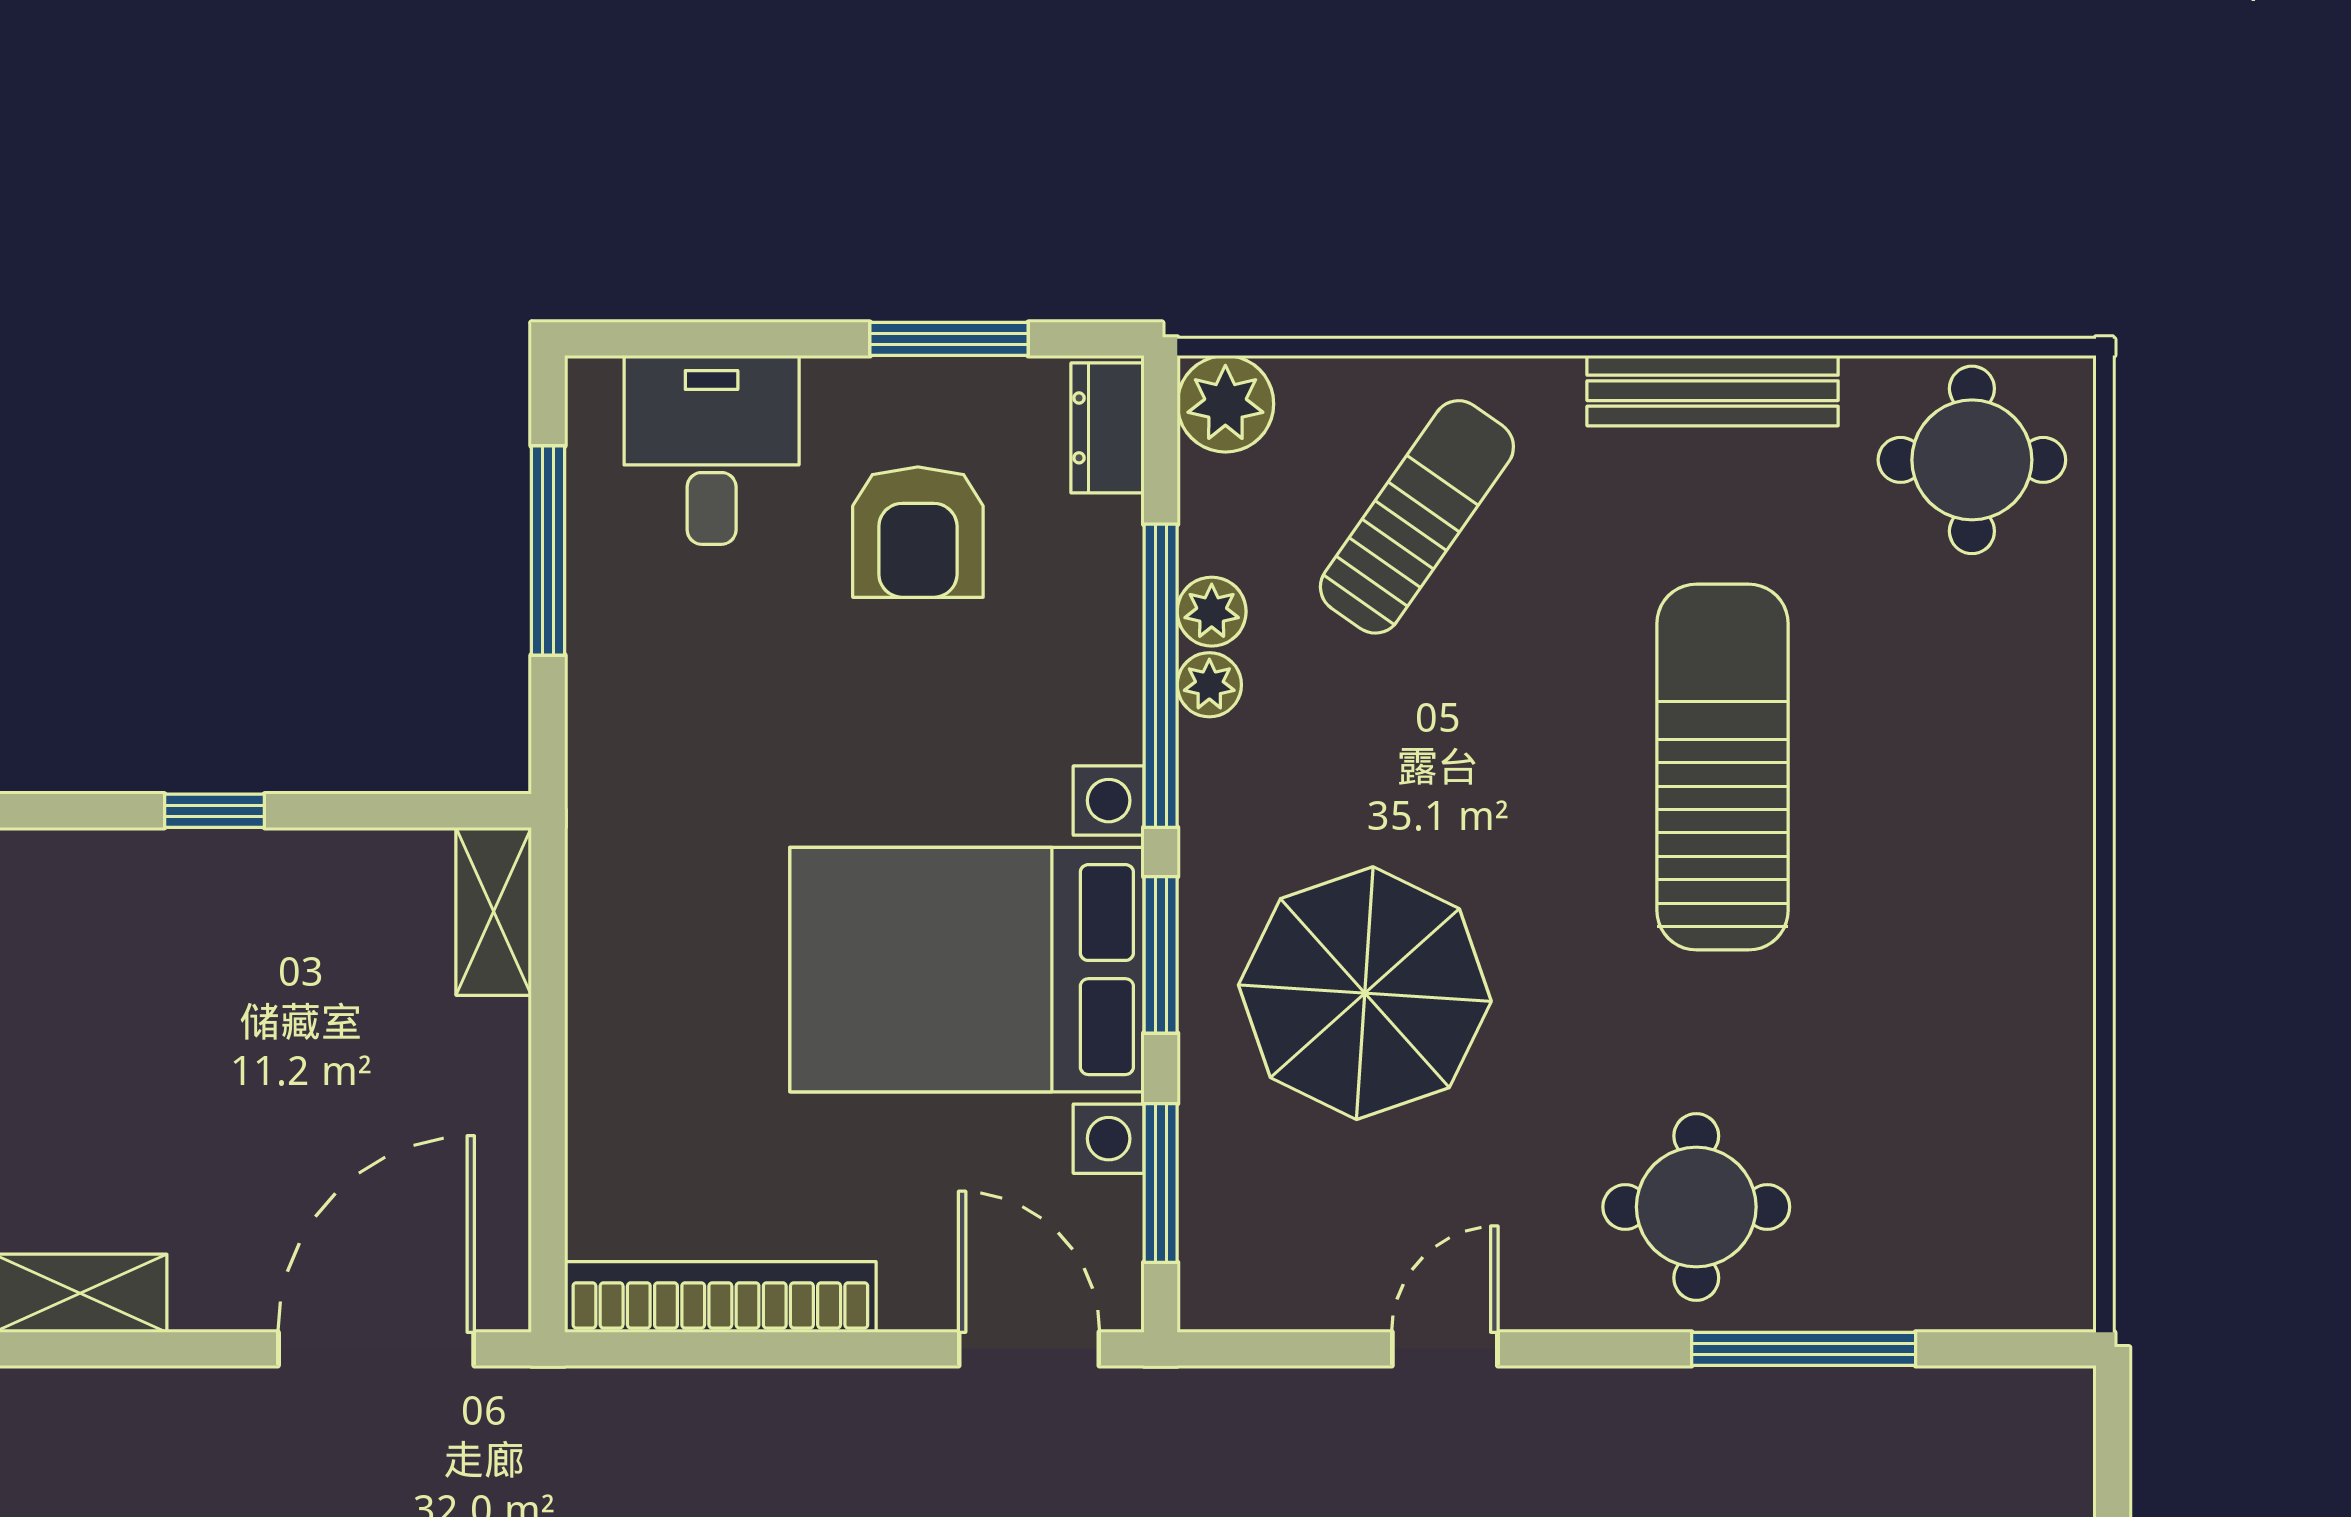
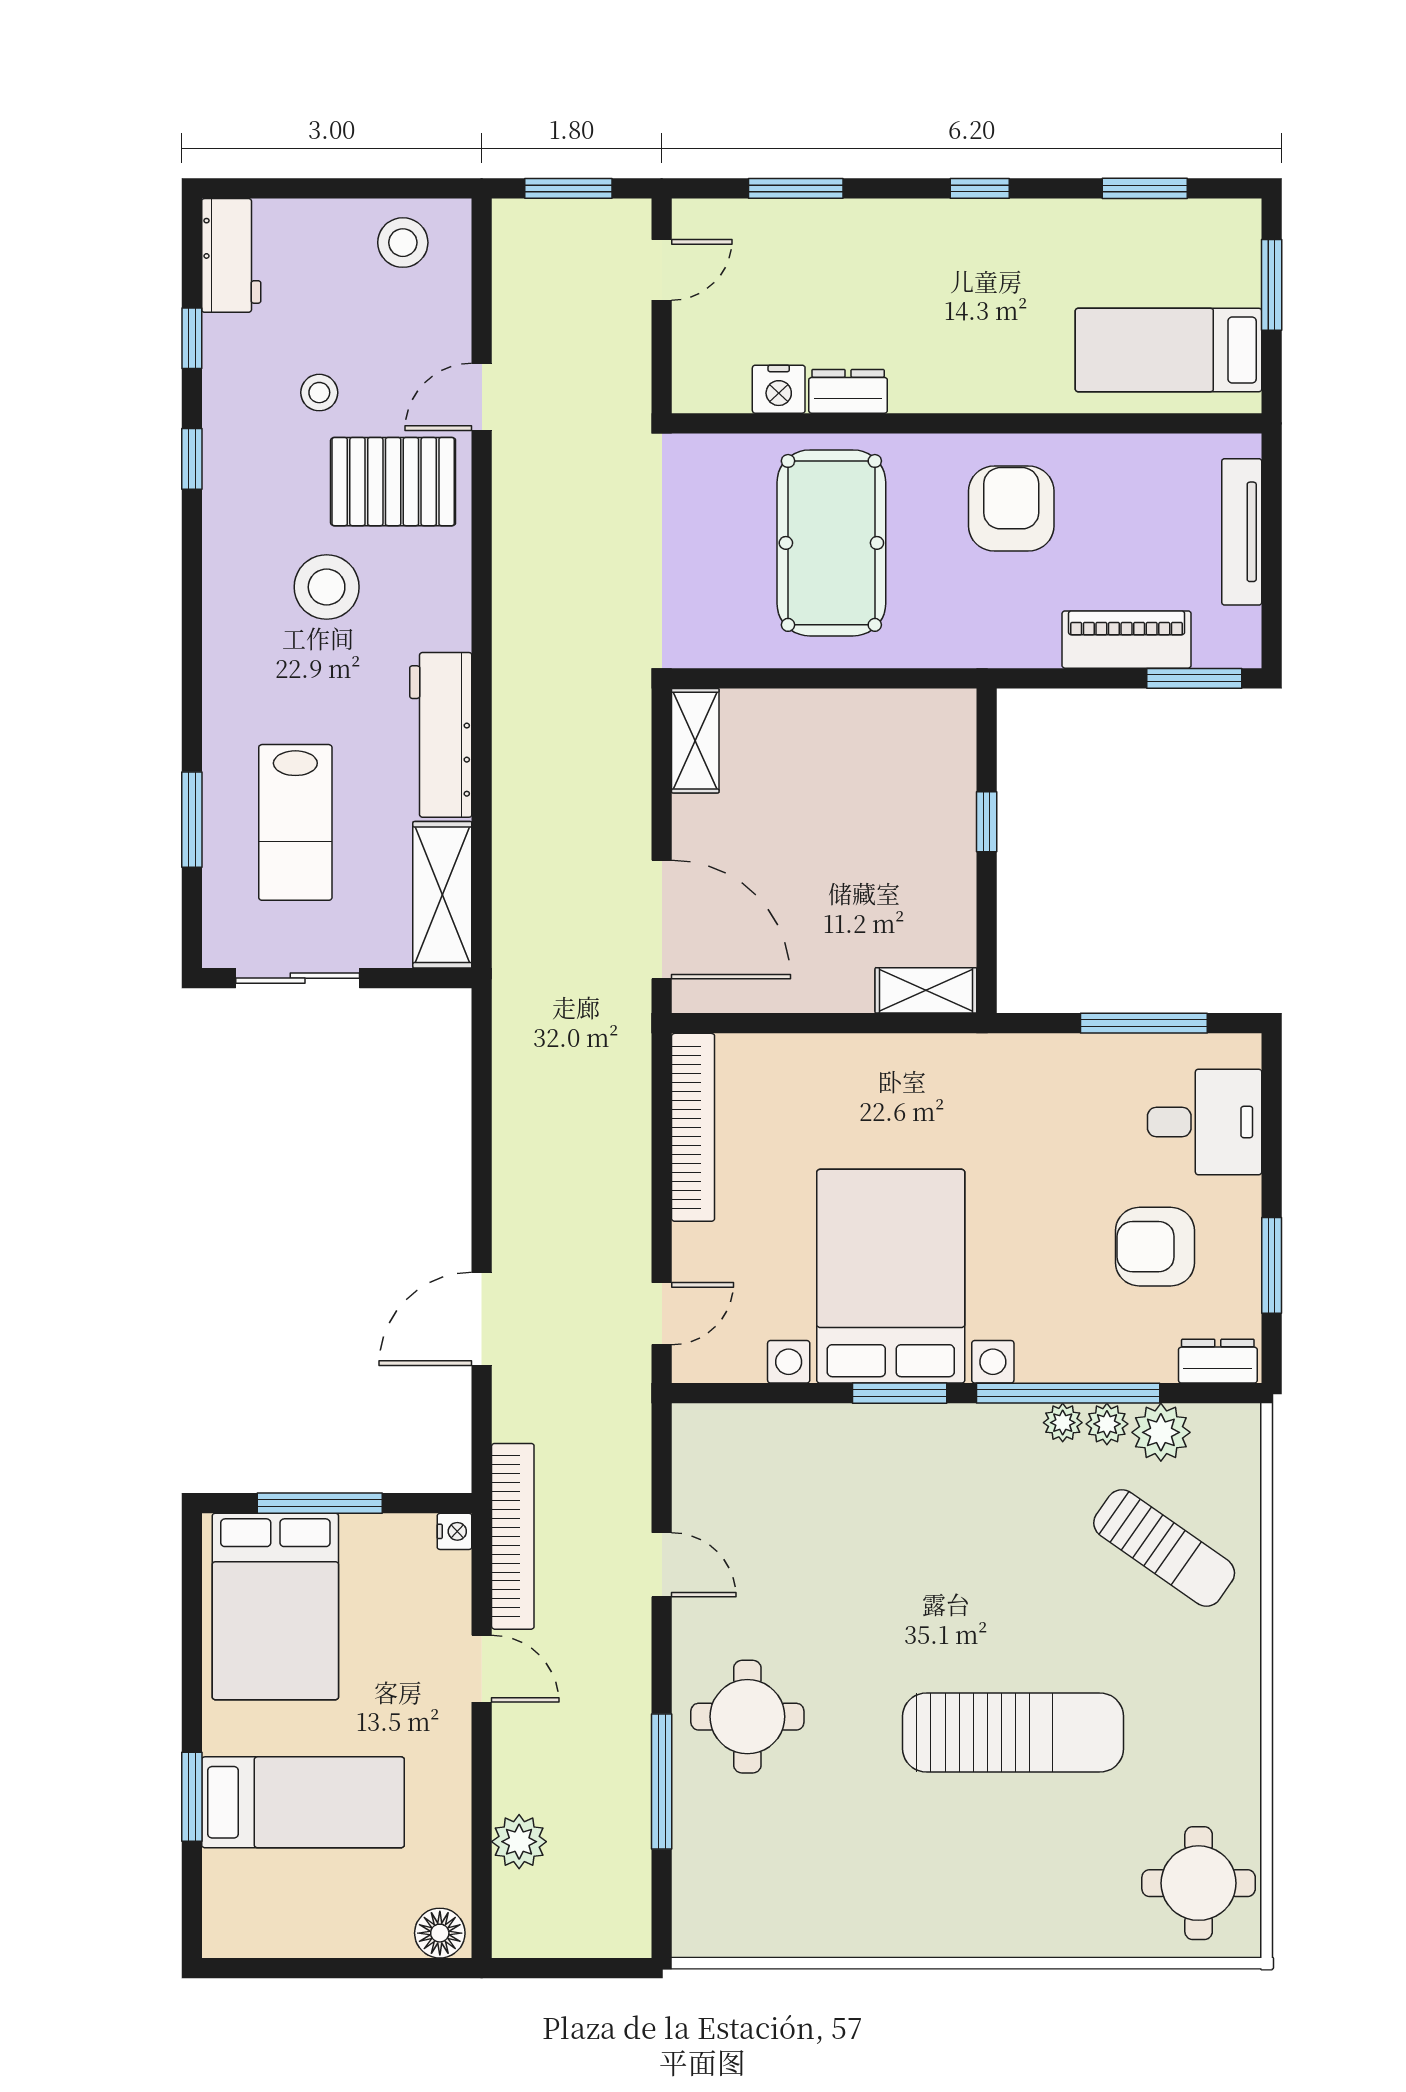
bench: (1713, 391) -> (1240, 1726), removed
plant: (1225, 404) -> (1161, 1432), moved
parasol: (1365, 993) -> (877, 1516), removed
window: (1161, 1183) -> (762, 1393), removed
door: (1029, 1349) -> (662, 1314), width x0.73

